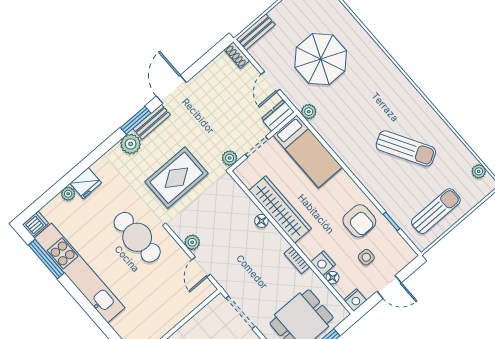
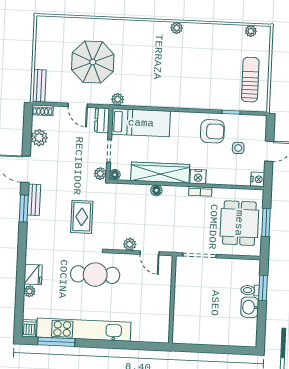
plant: (420, 104) -> (177, 28), added
plant: (131, 144) -> (39, 138), moved
sun lounger: (406, 148) -> (195, 62), removed
rug: (176, 178) -> (82, 217), width x0.73, depth x0.70
nightstand: (323, 263) -> (198, 177), moved
floor lamp: (332, 278) -> (115, 175), moved

